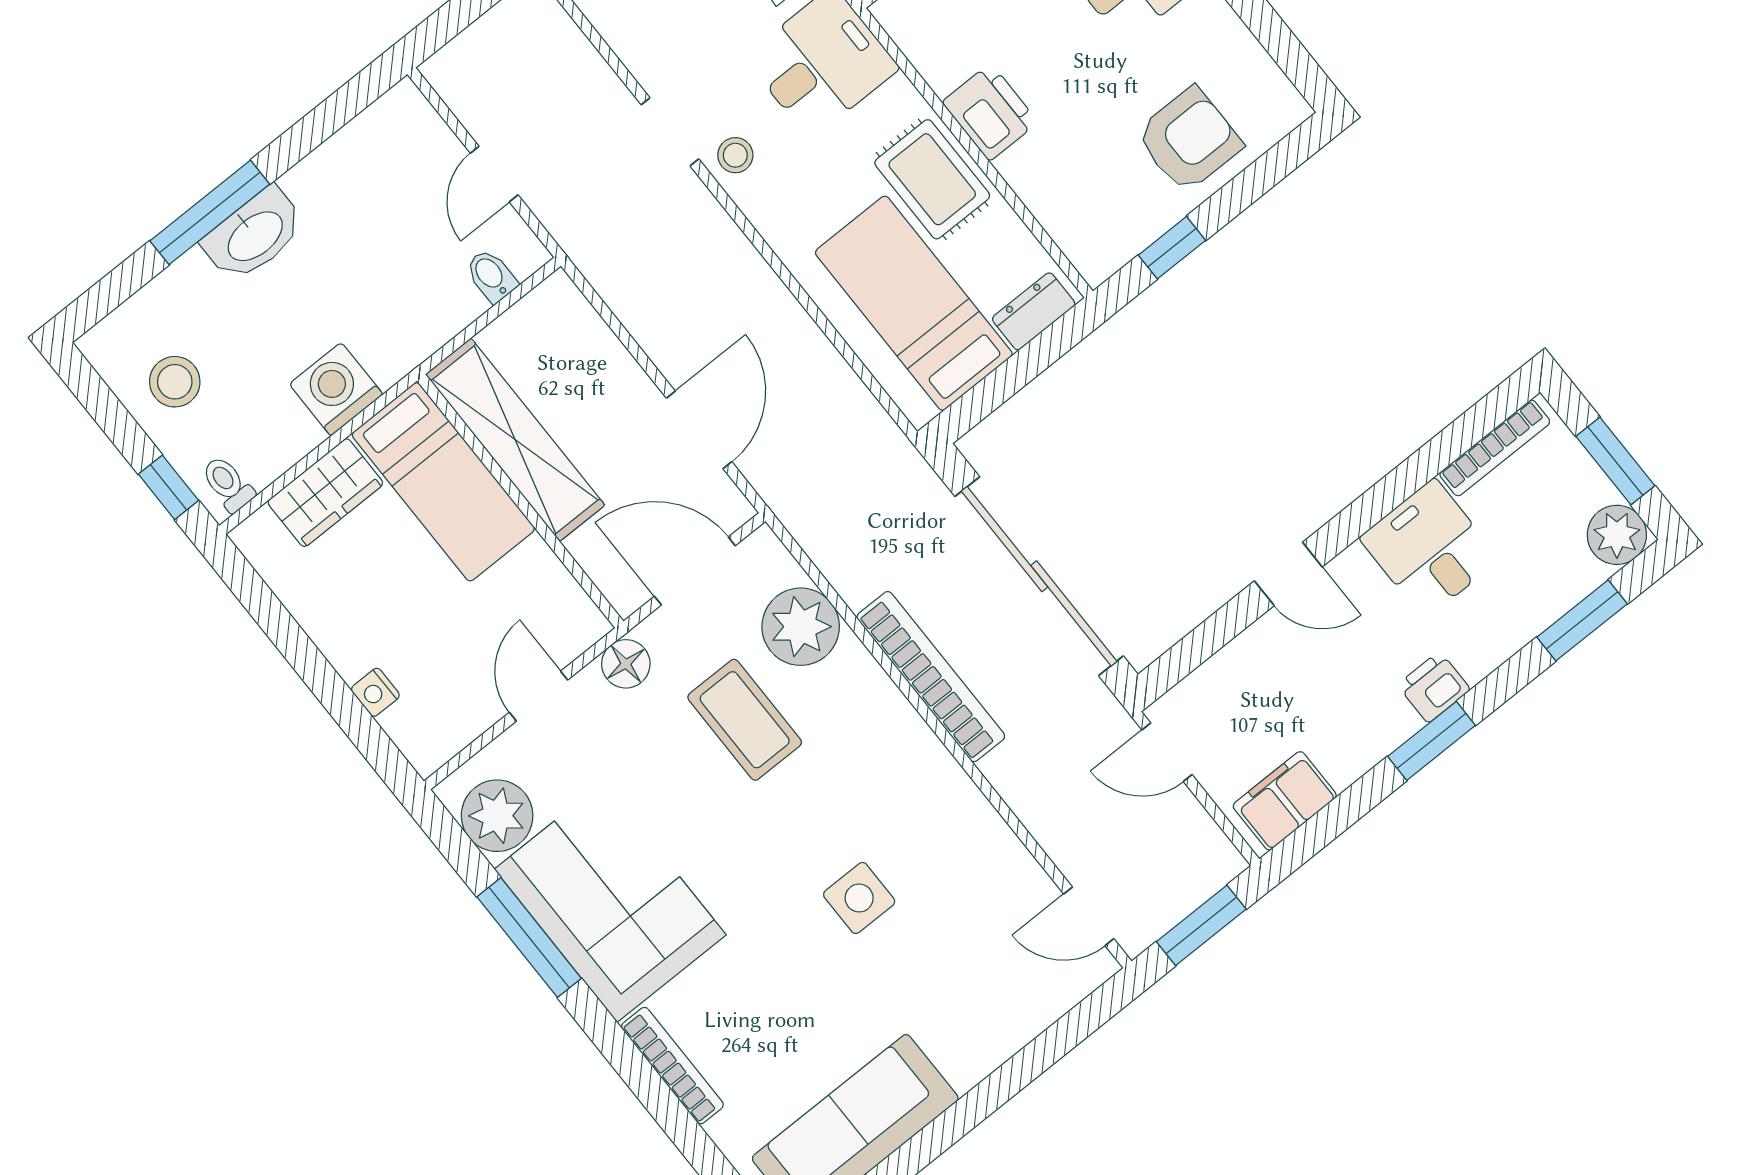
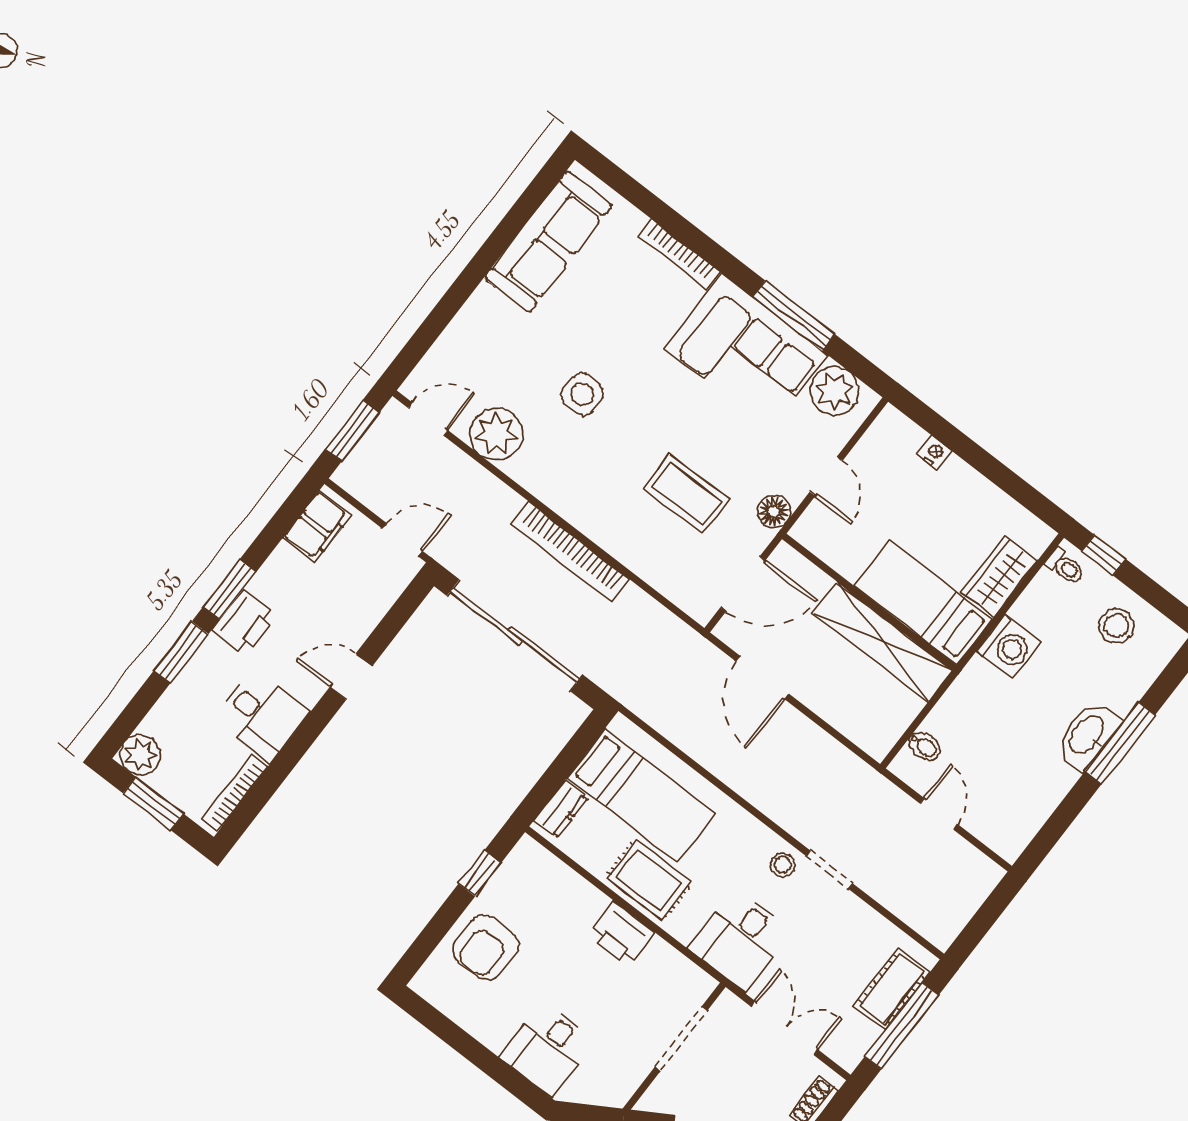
window: (1582, 620) -> (181, 652), moved
plant: (801, 627) -> (496, 434), moved
printer: (1434, 687) -> (244, 622), width x1.36, depth x1.24

